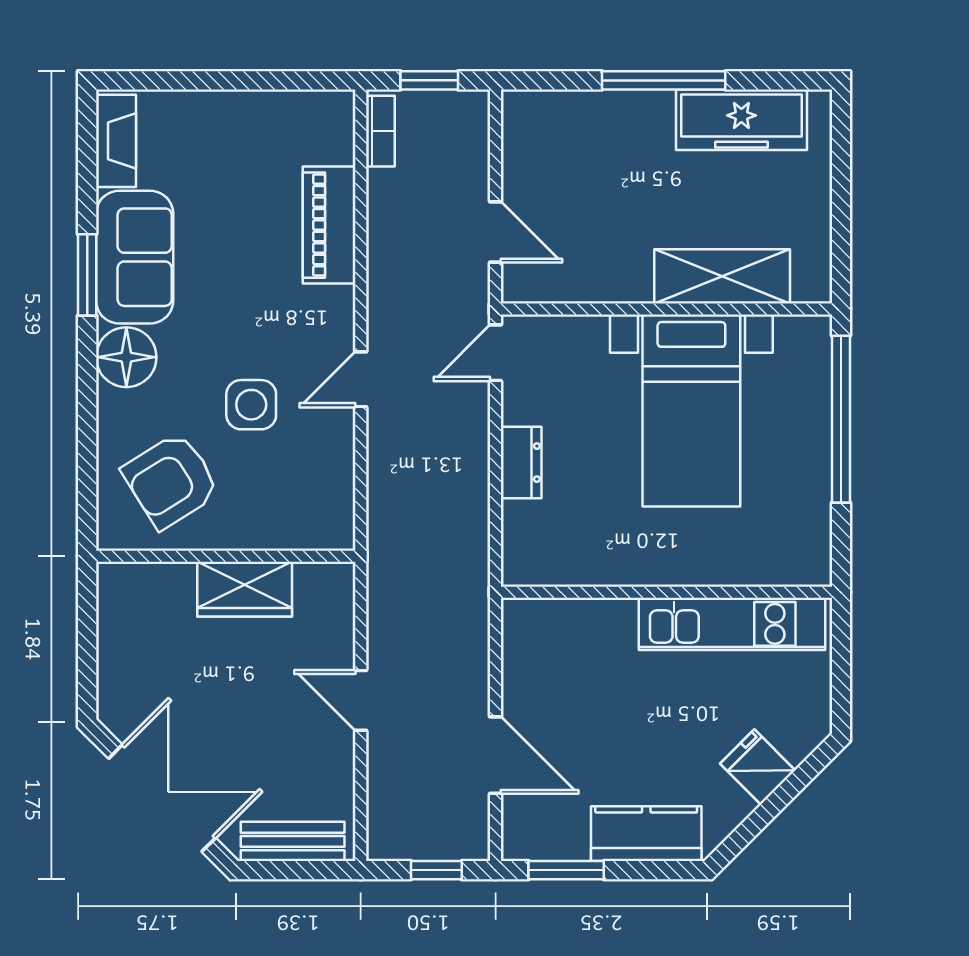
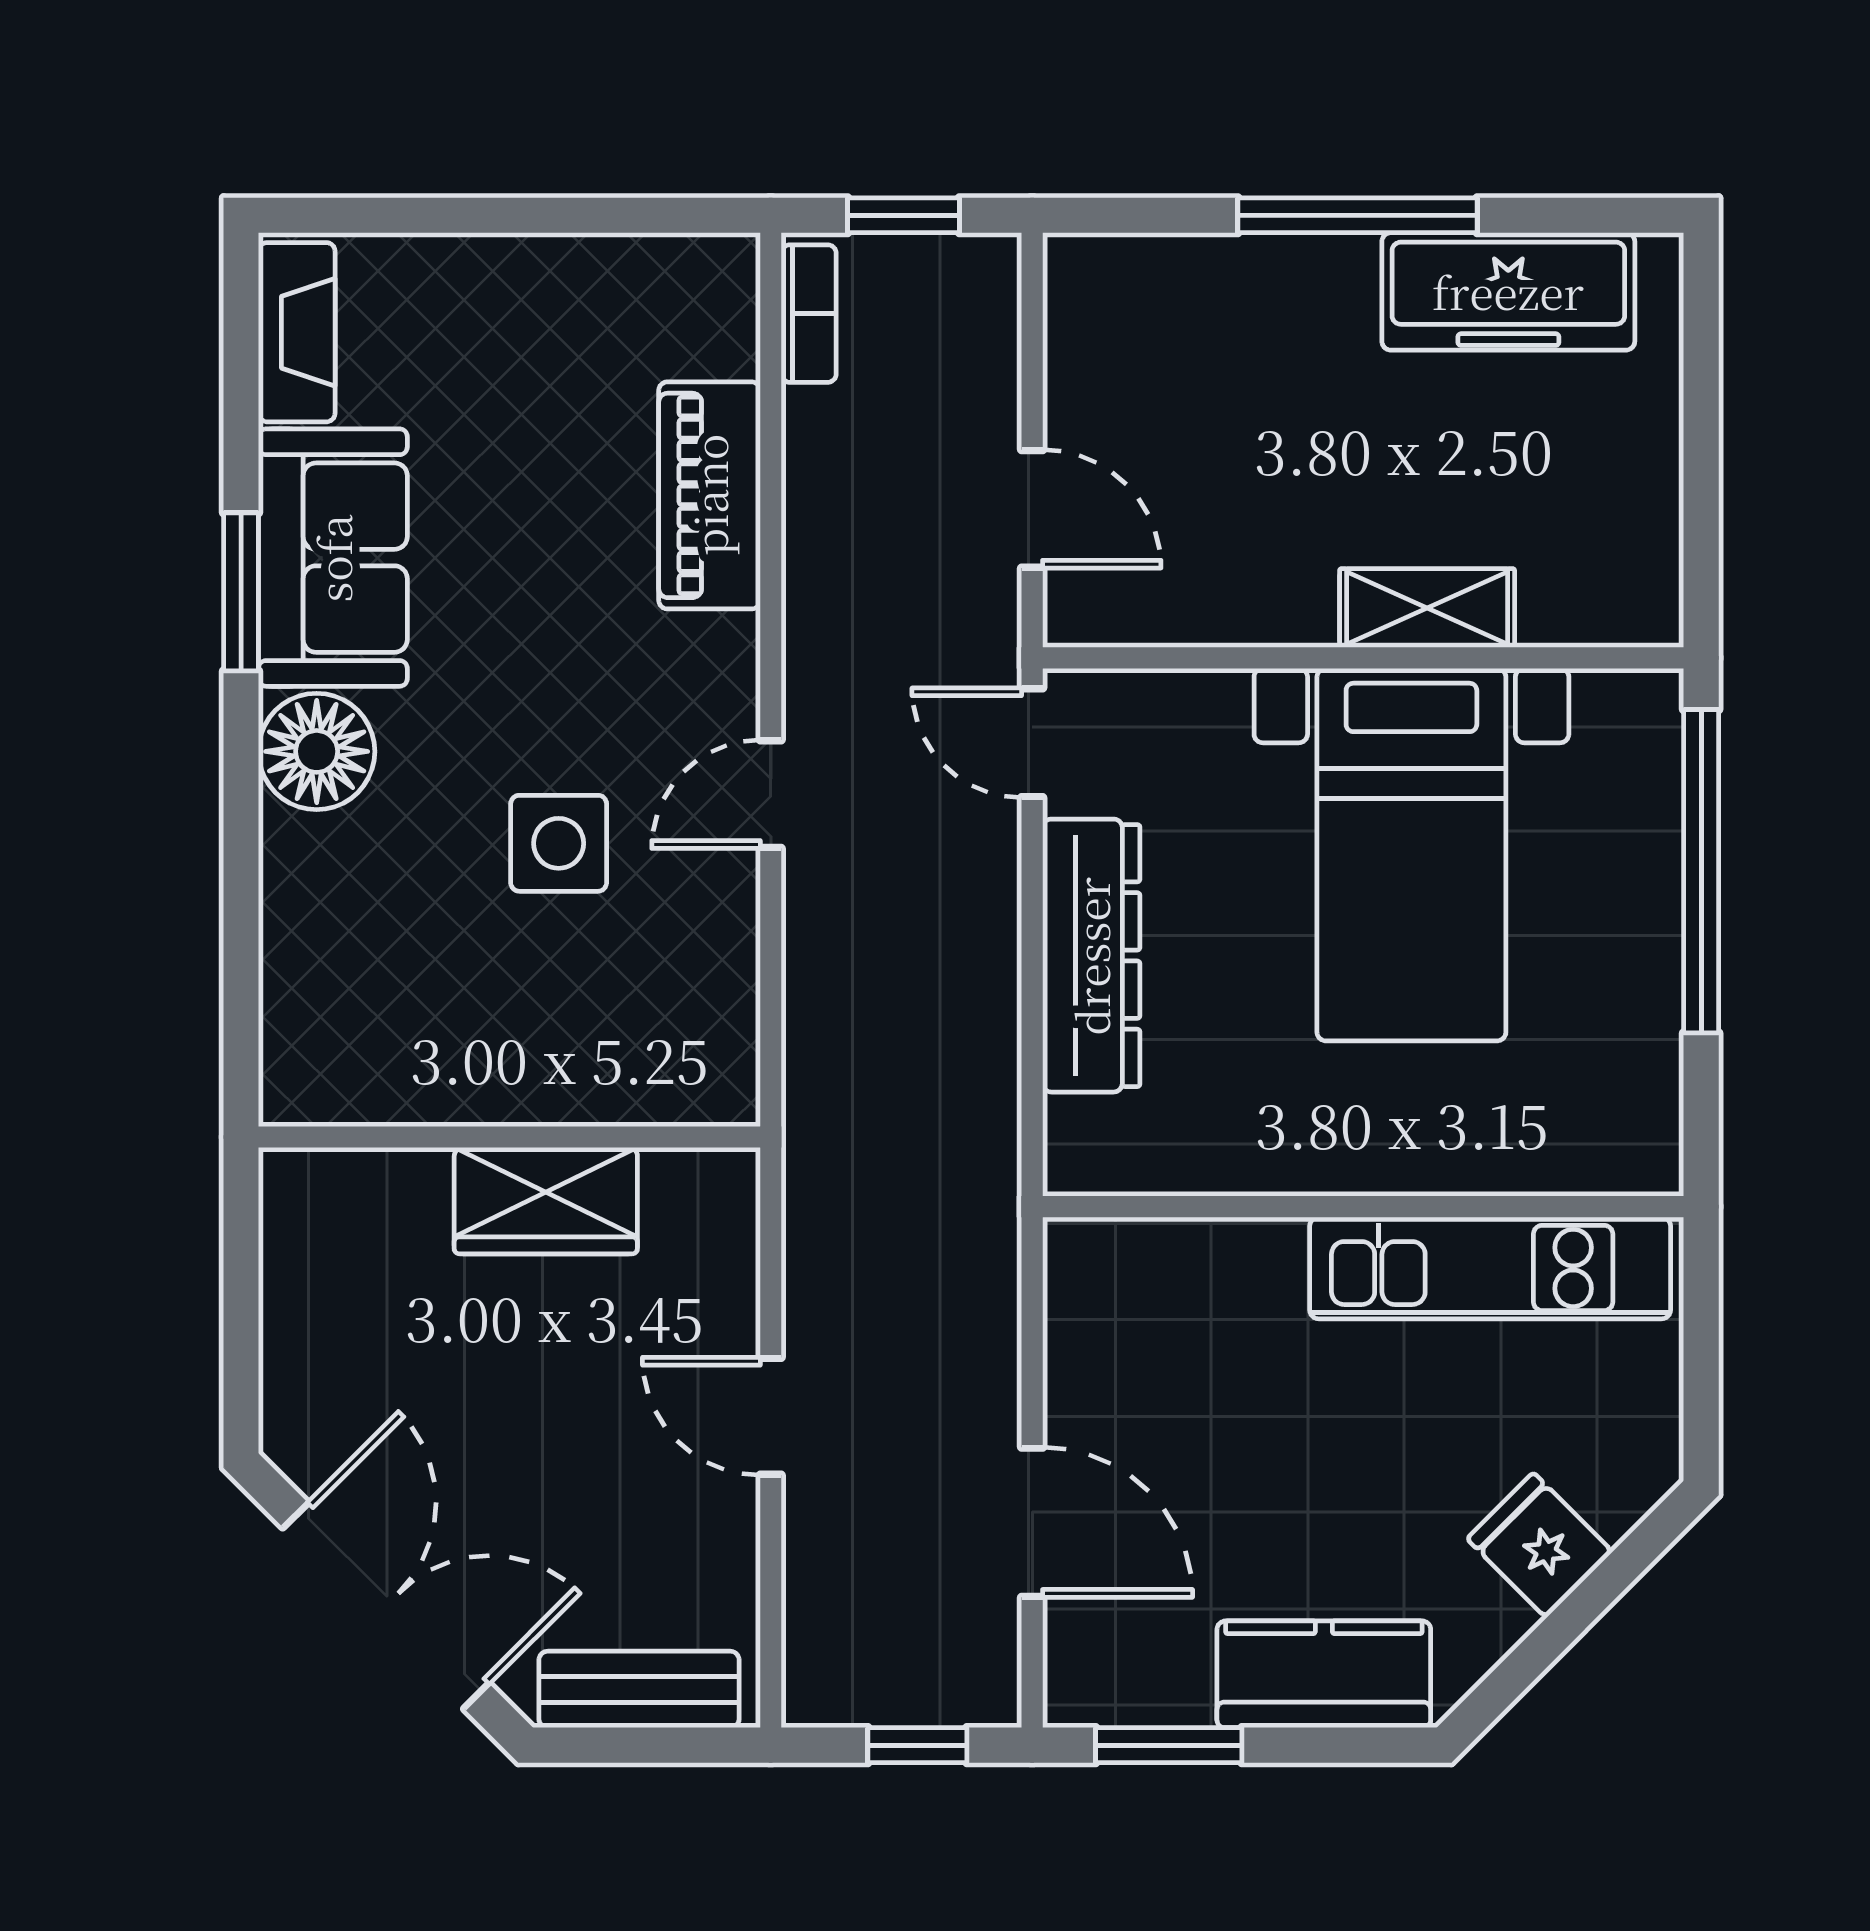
shelving: (722, 276) -> (1427, 608), width x0.67, depth x0.75
door: (496, 353) -> (1032, 743), hinge flipped
dresser: (521, 463) -> (1091, 956), width x1.96, depth x1.24
armchair: (171, 481) -> (403, 990), removed

